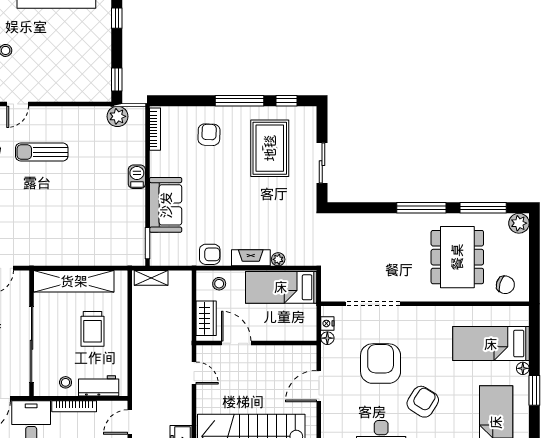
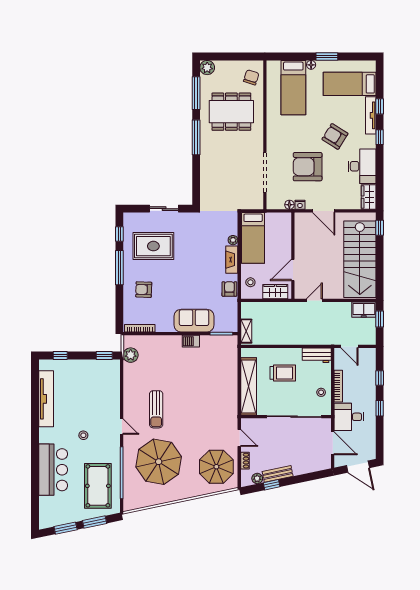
barbecue: (137, 177) -> (191, 341), moved
nightstand: (327, 323) -> (300, 205), moved
workbench: (99, 386) -> (317, 355), moved, turned -90

